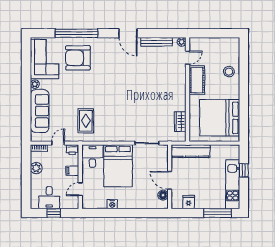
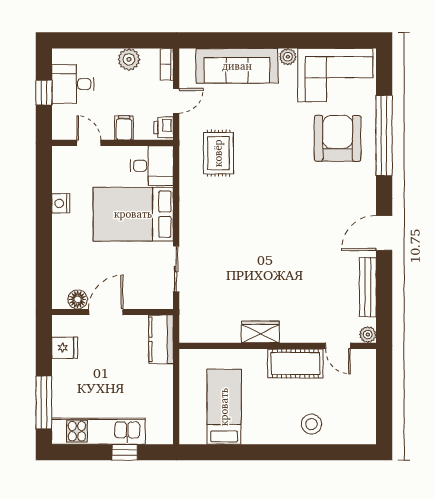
bed: (220, 118) -> (224, 407), width x0.49
rug: (86, 121) -> (218, 153), turned 90
wardrobe: (180, 122) -> (260, 332), moved
door: (58, 143) -> (176, 101), hinge flipped
kitchen counter: (191, 151) -> (161, 339), width x0.67

